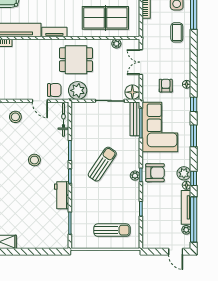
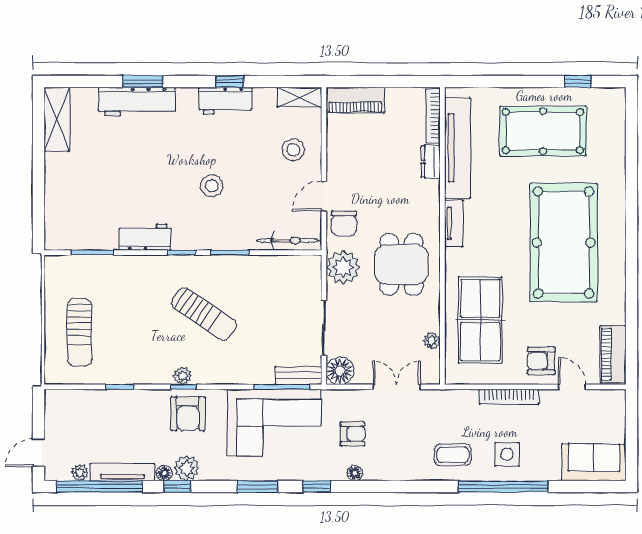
dresser: (22, 44) -> (431, 162), added
bench: (135, 119) -> (298, 376), width x0.73

